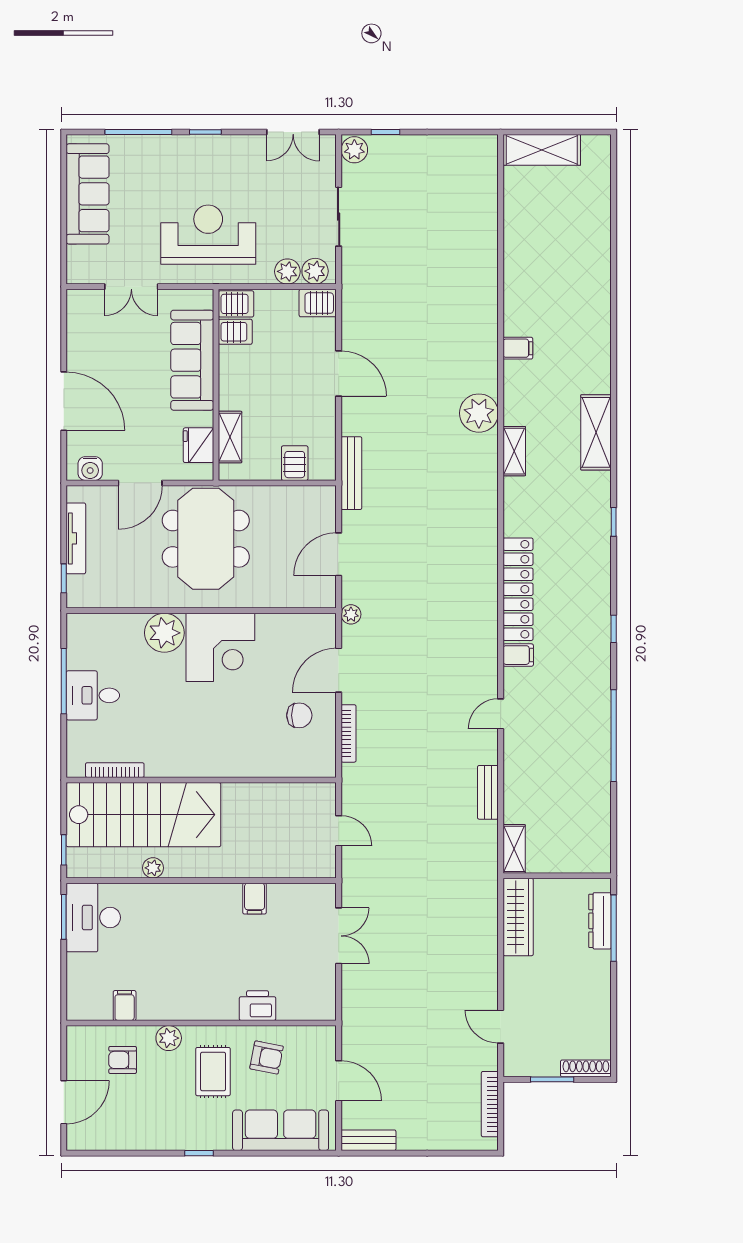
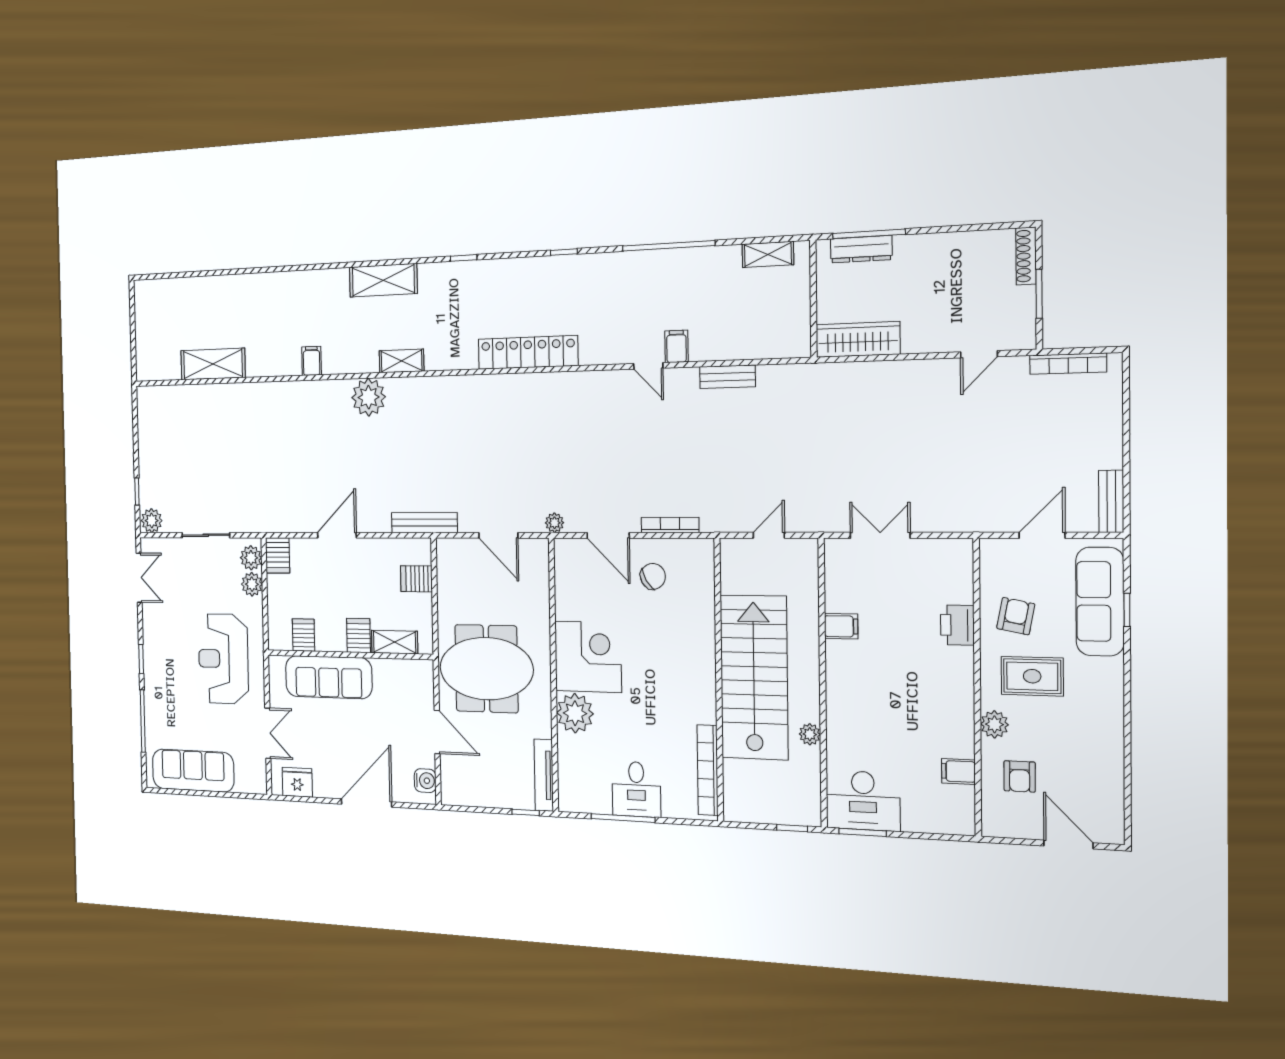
shelving: (542, 150) -> (213, 364), moved, turned 90
server rack: (236, 304) -> (359, 636), moved
fridge: (198, 445) -> (297, 782), moved, turned 180
tv unit: (76, 538) -> (544, 775), moved, turned -90
filing cabinet: (518, 655) -> (676, 346), moved
chair: (299, 715) -> (653, 576), turned 59
bookcase: (115, 770) -> (708, 770), width x1.48, depth x1.31
stairs: (143, 815) -> (754, 677), moved
shelving: (514, 849) -> (768, 254), moved
window: (199, 1153) -> (1127, 610), moved

